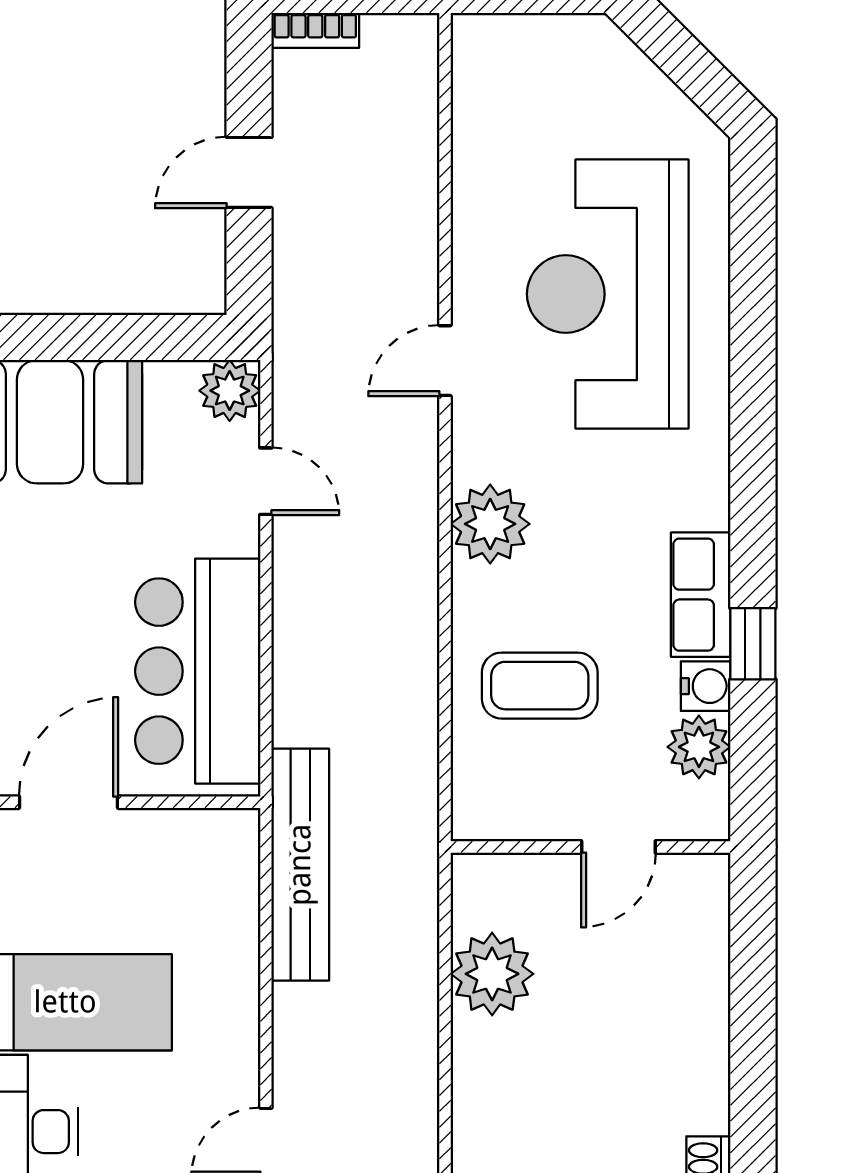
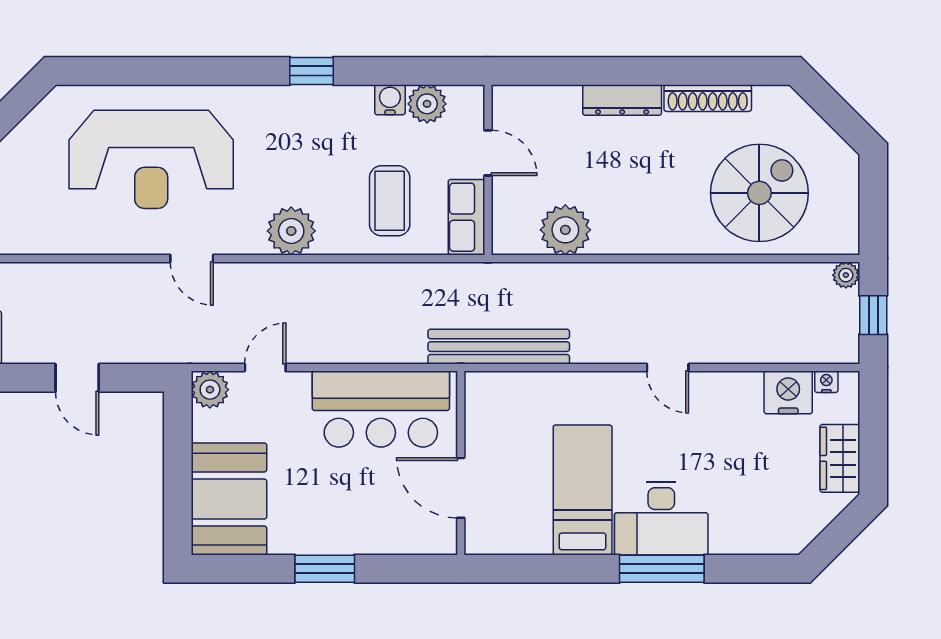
row of seats: (701, 595) -> (466, 217), moved, turned 90
window: (753, 644) -> (312, 71), moved
dresser: (705, 1067) -> (622, 100), added

